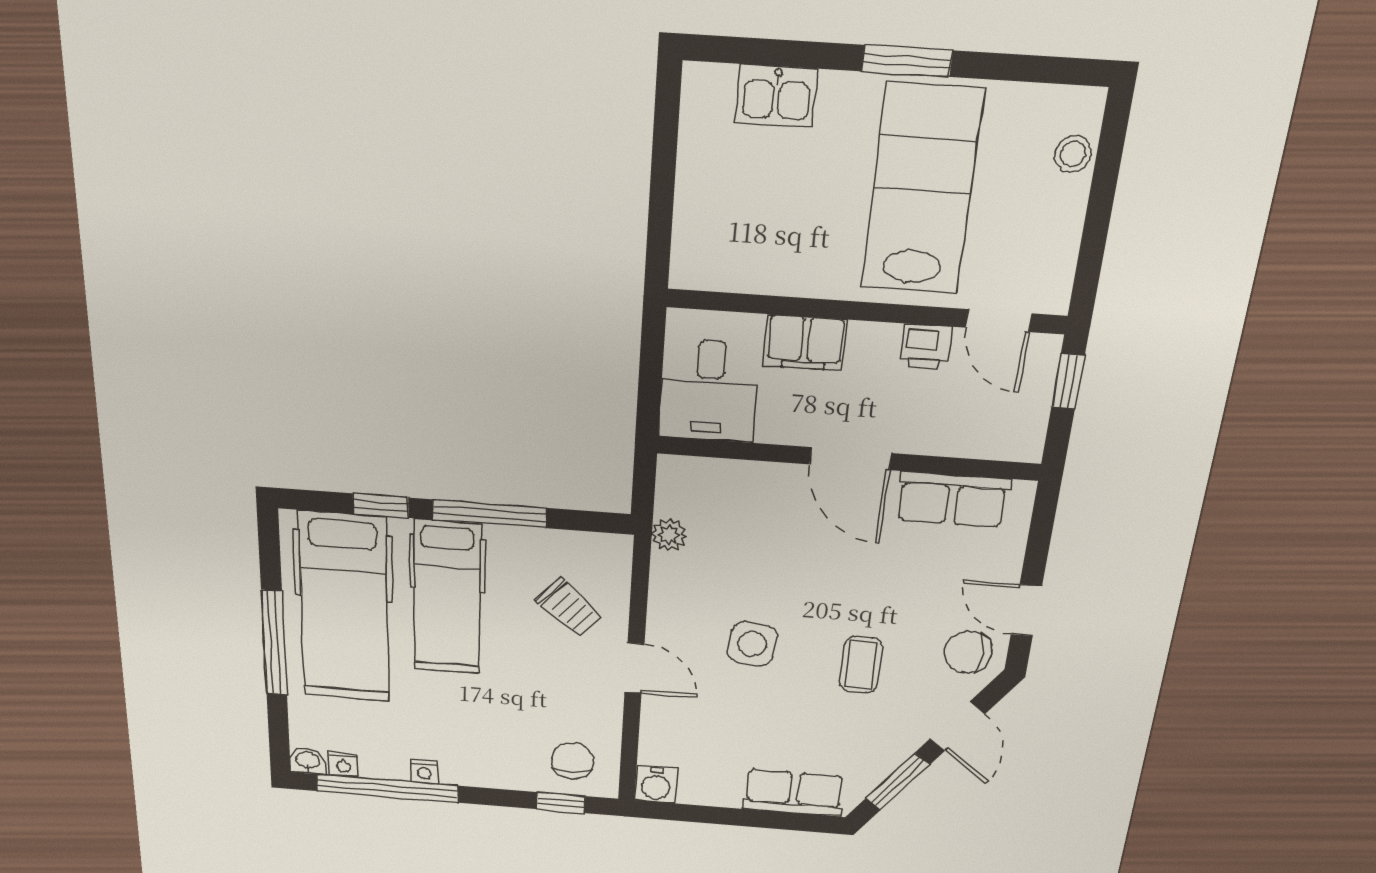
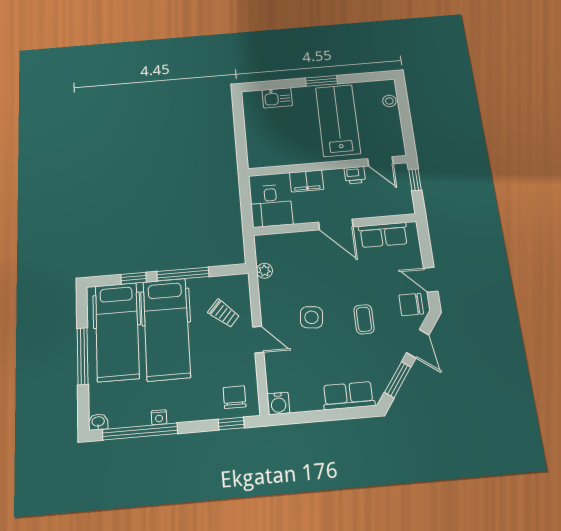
hospital bed: (447, 597) -> (167, 329), width x1.37, depth x1.29
nightstand: (343, 765) -> (117, 421), removed

